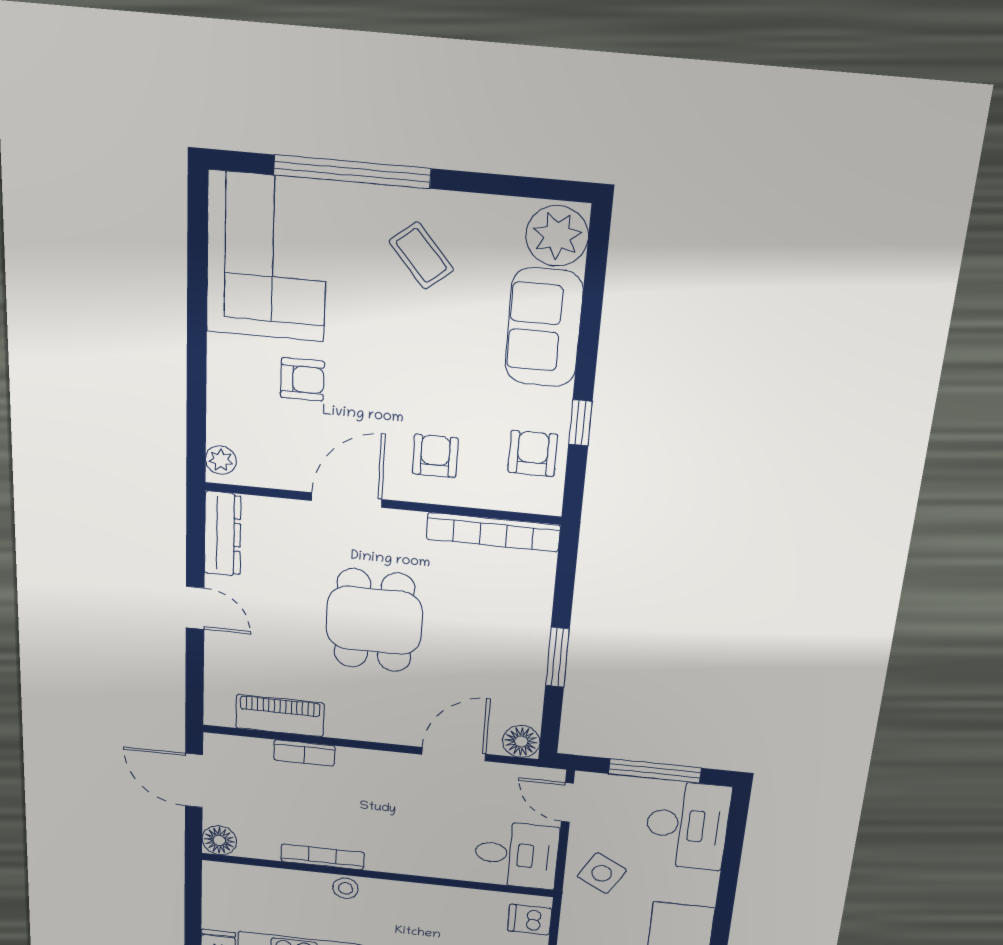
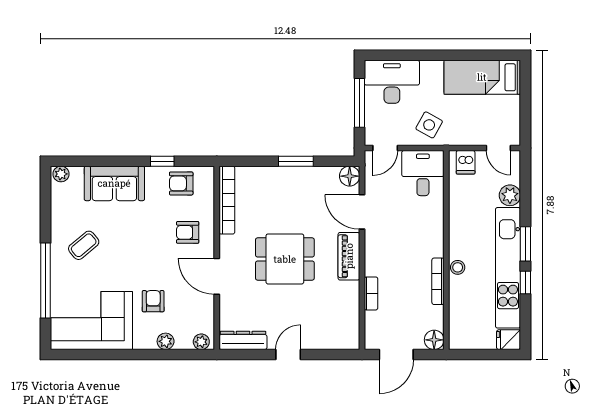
plant: (557, 236) -> (61, 174), width x0.53, depth x0.53
plant: (222, 395) -> (166, 341), added
piano: (280, 716) -> (349, 256), moved

